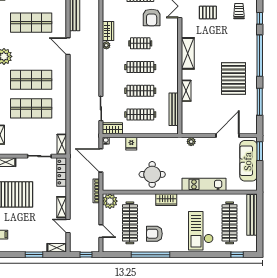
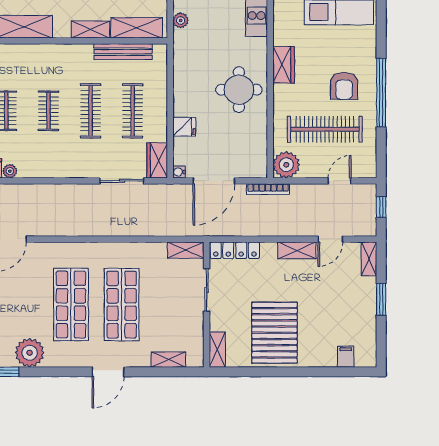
clothes rail: (140, 67) -> (48, 111), width x0.73
shelving: (187, 117) -> (137, 28), added

